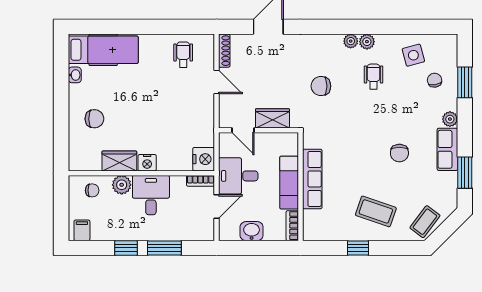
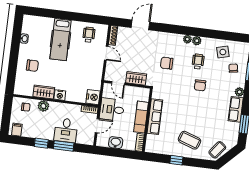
hospital bed: (103, 50) -> (61, 40), moved, turned 90
chair: (399, 153) -> (200, 85), moved
desk: (151, 195) -> (66, 130), moved, turned 180

